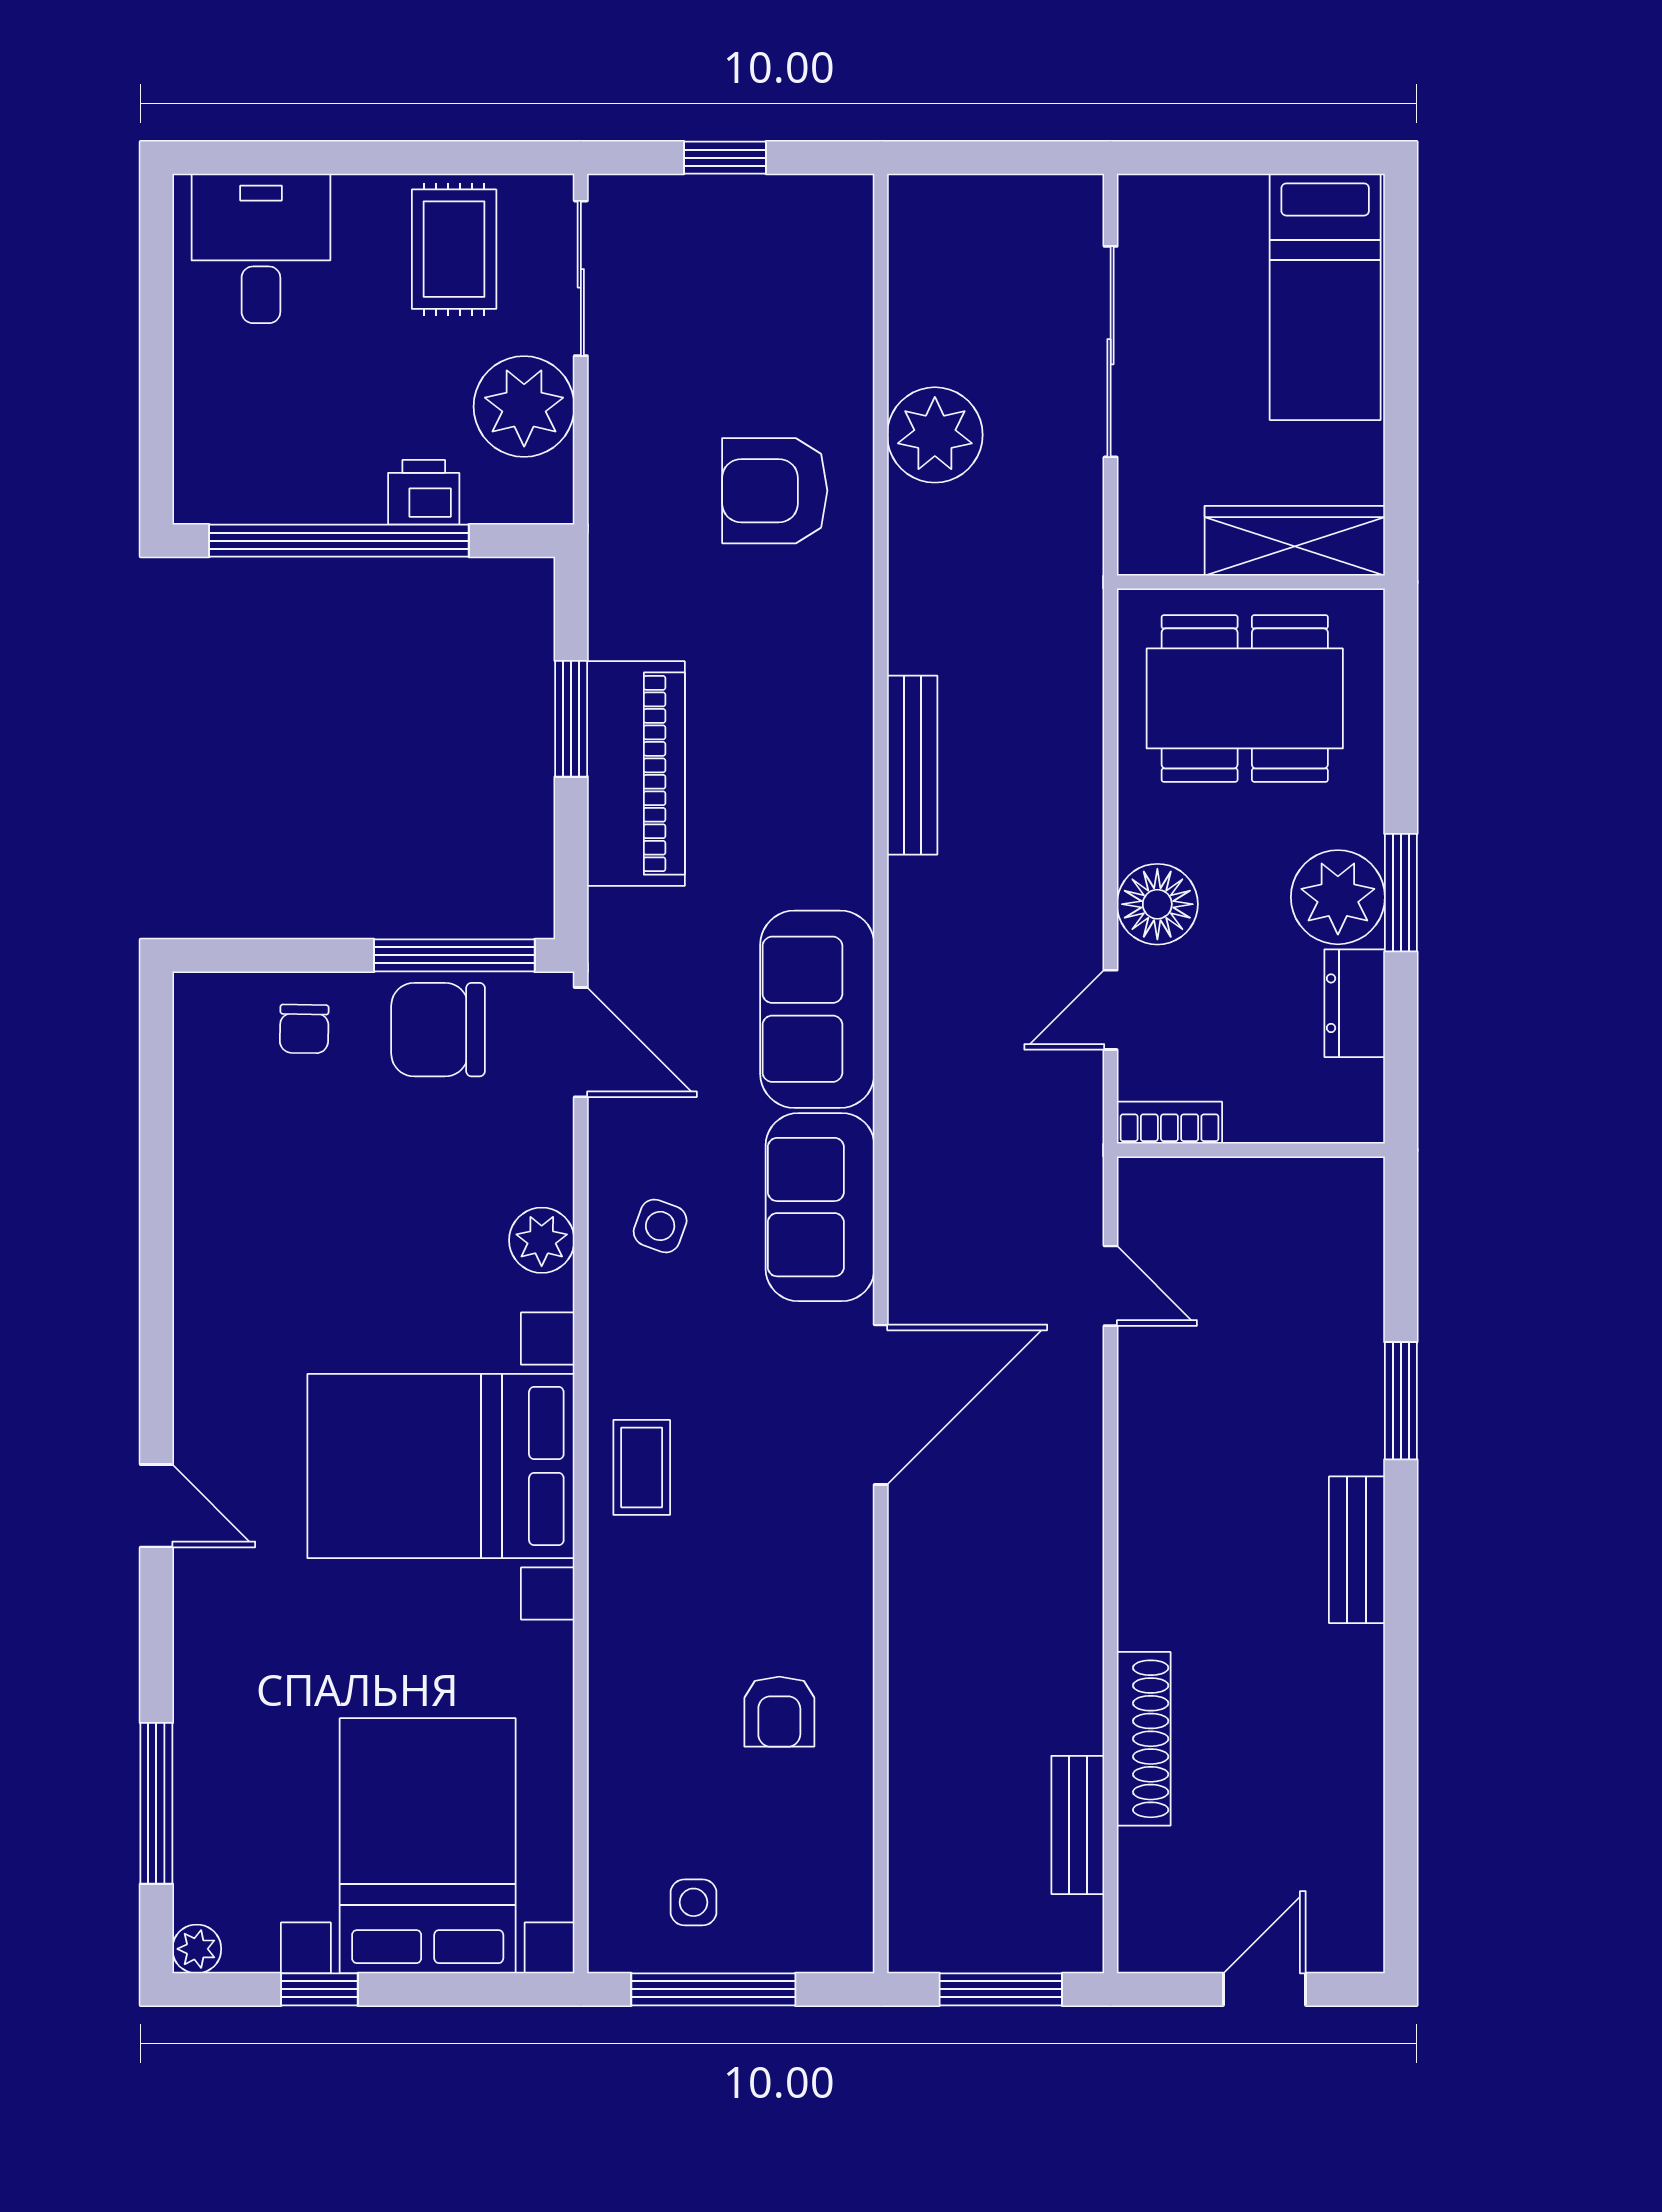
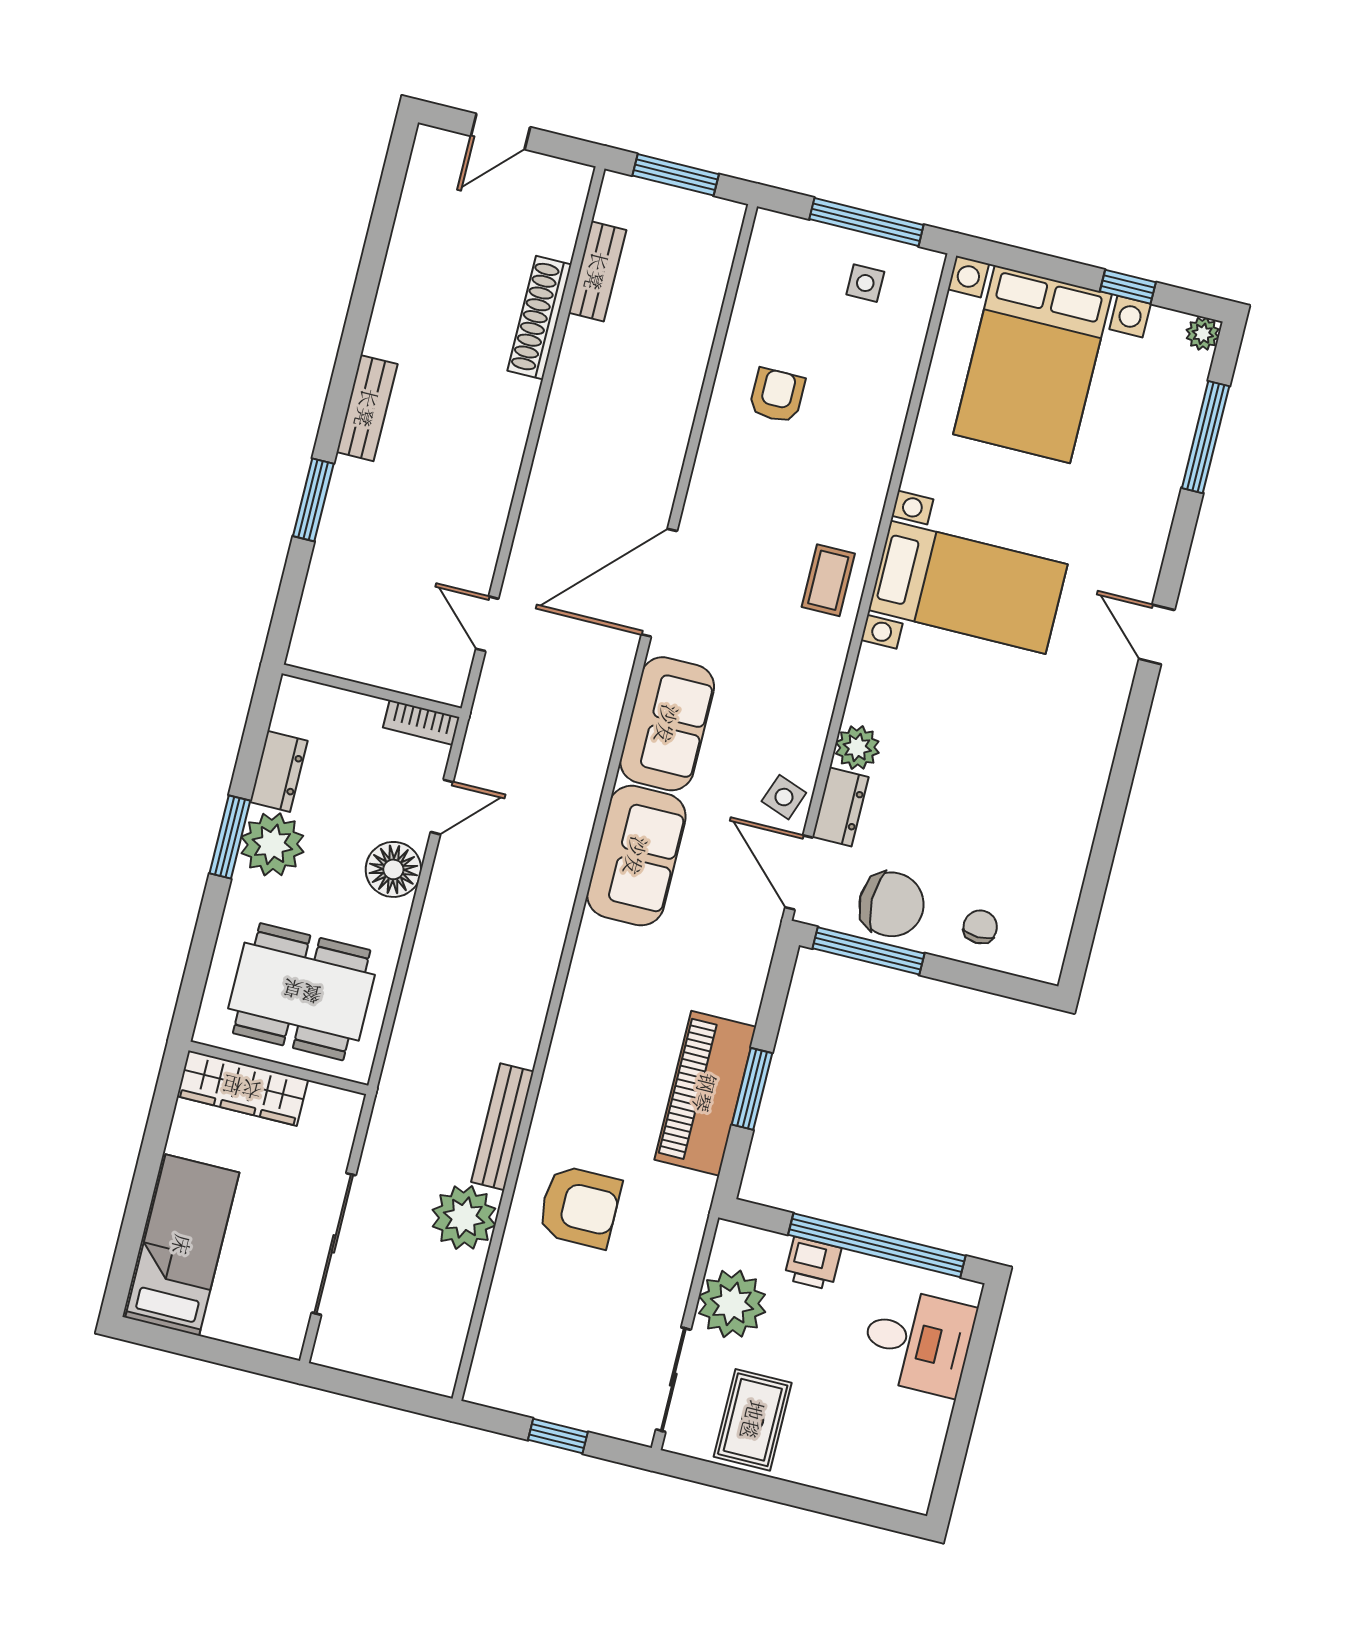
desk: (261, 248) -> (918, 1342), moved, turned -90
bench: (912, 765) -> (502, 1127), moved
piano: (636, 774) -> (705, 1093), moved
dresser: (545, 1150) -> (840, 807), added
side table: (660, 1226) -> (784, 797), moved
bed with nightstands: (441, 1466) -> (968, 587), width x0.73

